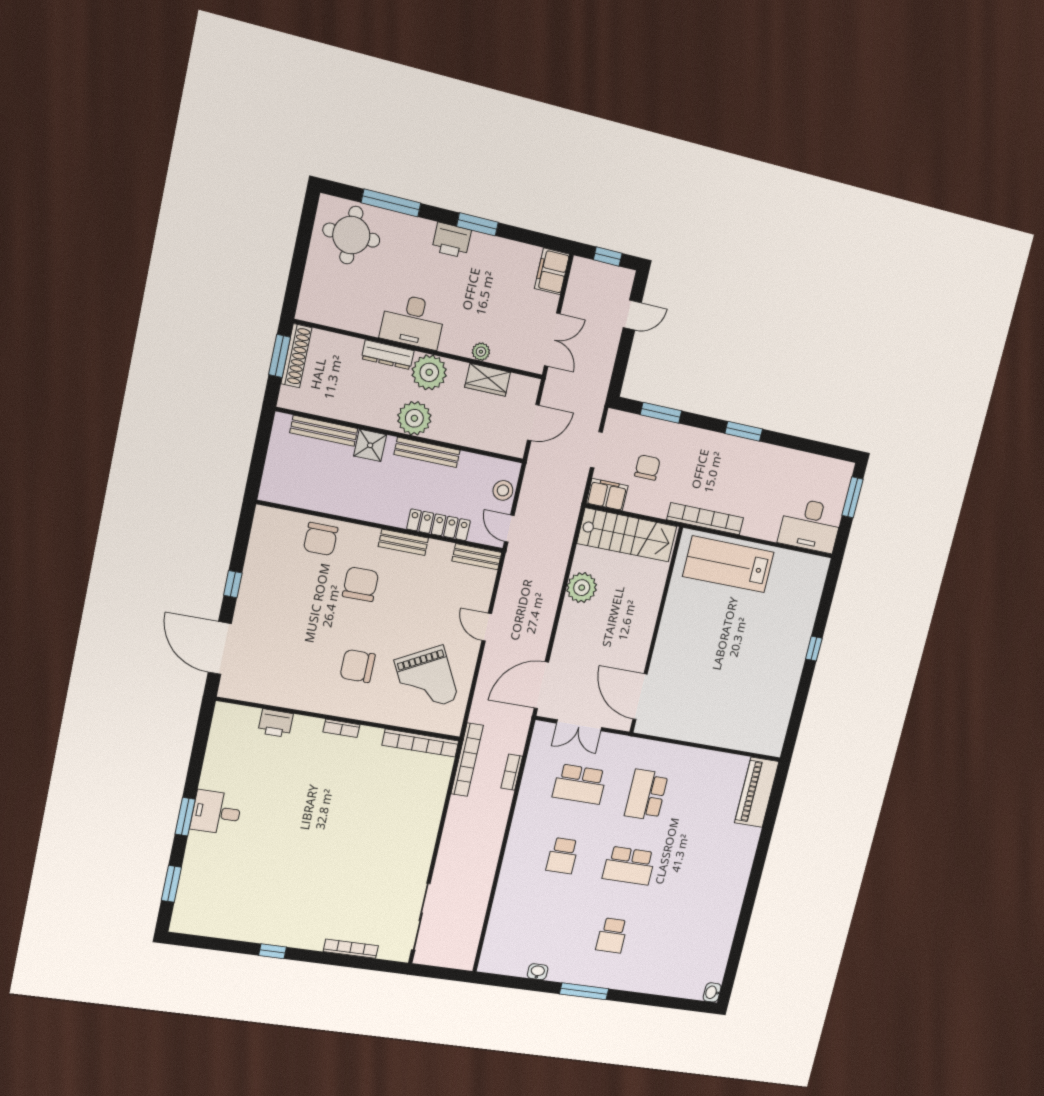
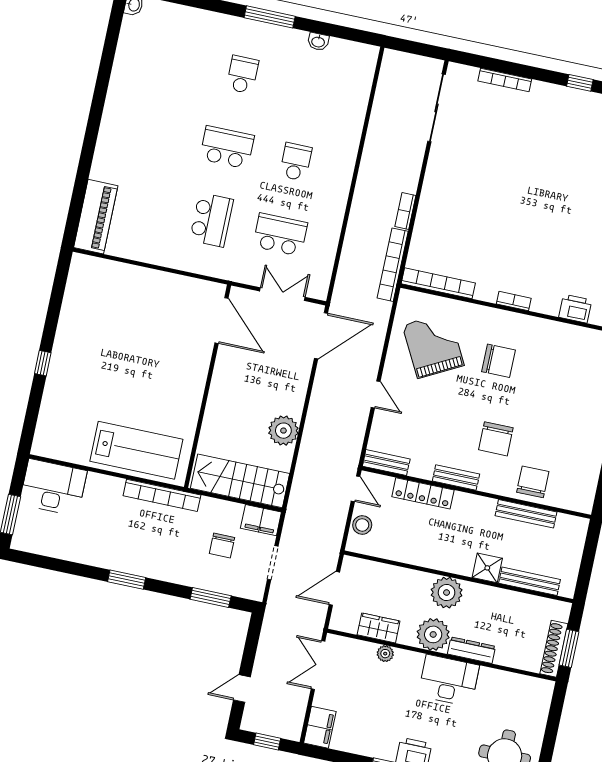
bench: (427, 452) -> (526, 514), moved
bookcase: (512, 772) -> (405, 211), moved, turned 180

